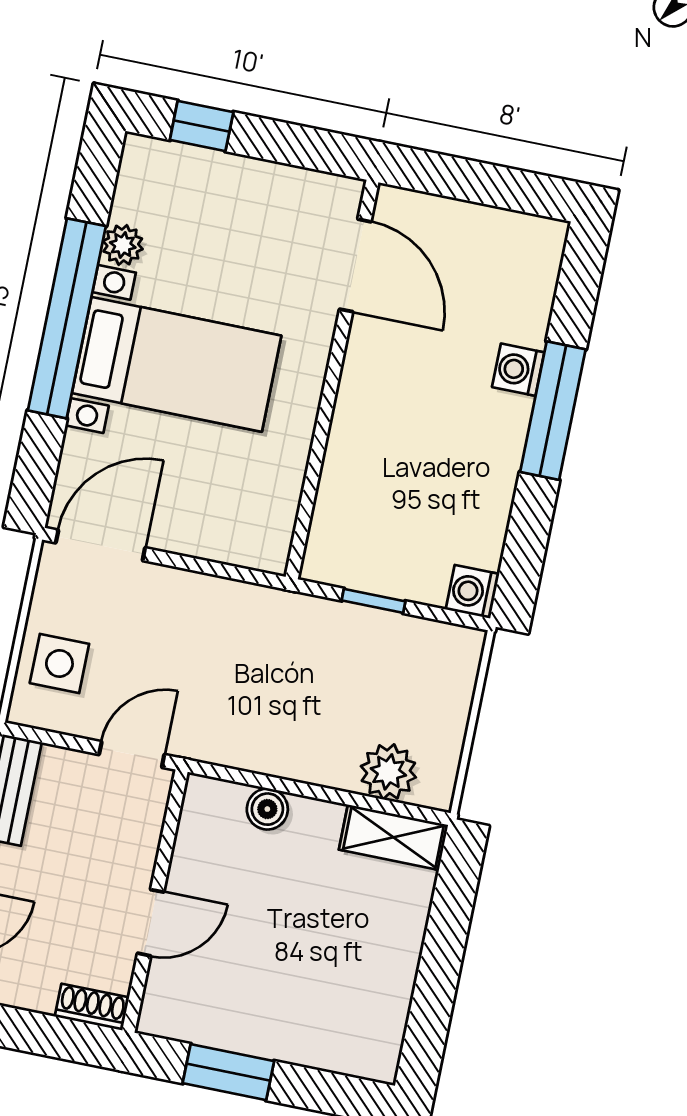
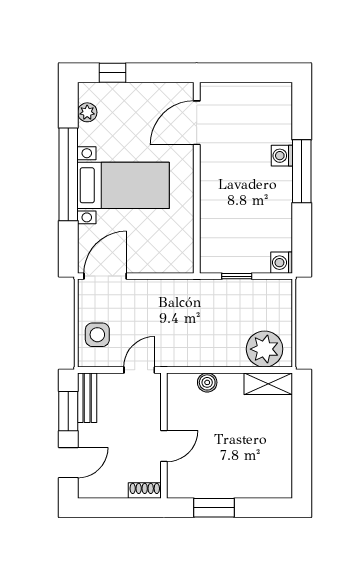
plant: (123, 245) -> (87, 112), moved
door: (355, 265) -> (197, 123), swing flipped
plant: (388, 772) -> (265, 349), width x1.36, depth x1.36

